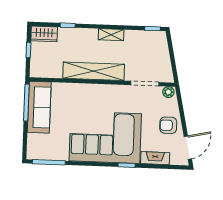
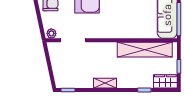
shelving: (94, 71) -> (145, 50), moved

